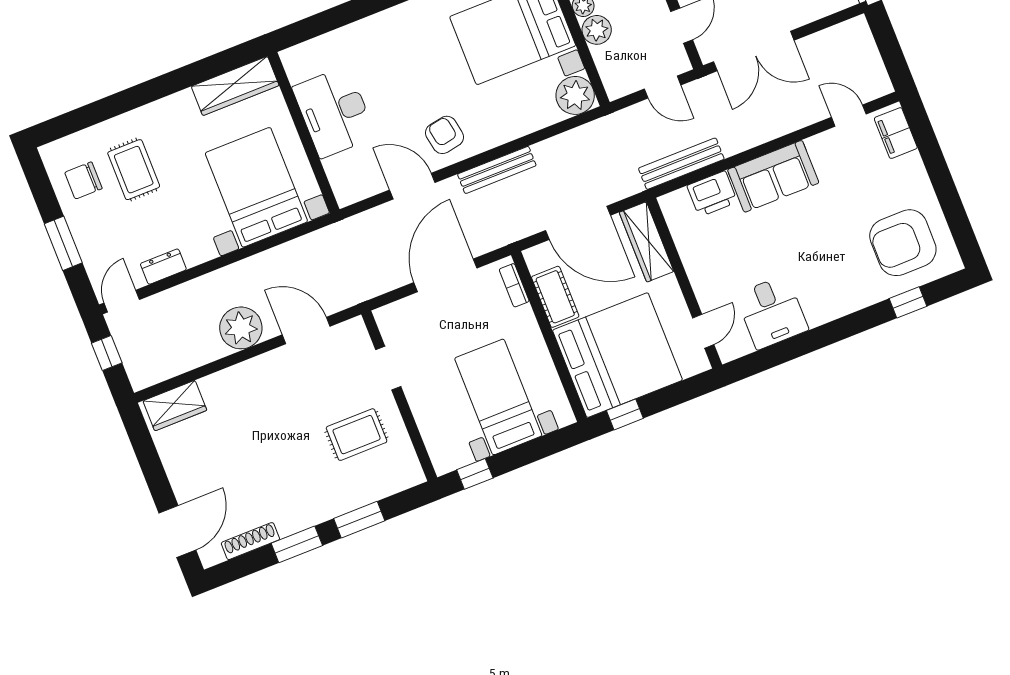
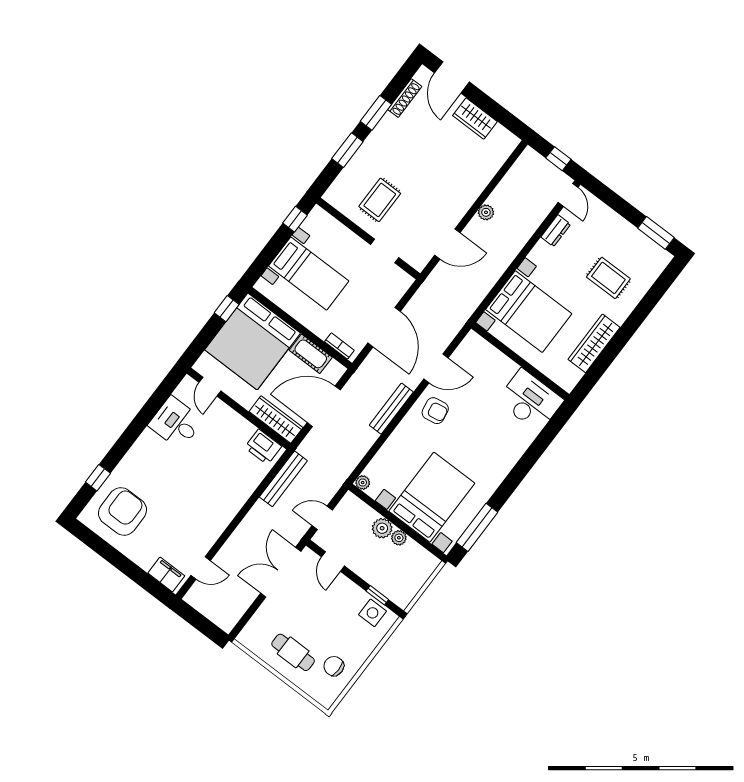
wardrobe: (235, 86) -> (594, 343), moved
plant: (575, 95) -> (363, 482), width x0.53, depth x0.53
desk: (334, 112) -> (530, 400), moved
sofa: (773, 176) -> (224, 504), removed
chair: (83, 180) -> (634, 253), removed
printer: (712, 194) -> (263, 447), moved, turned -90
window: (63, 243) -> (656, 233), moved
plant: (241, 328) -> (486, 212), width x0.53, depth x0.53
wardrobe: (175, 406) -> (475, 119), moved, turned -90

